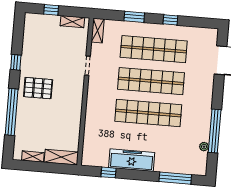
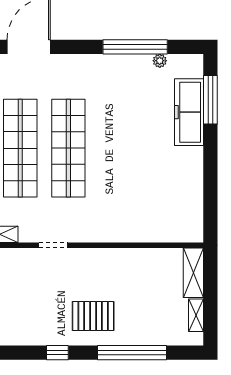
pallet: (38, 88) -> (93, 316), turned 90
shop shelf: (148, 113) -> (116, 148), removed
freezer: (132, 160) -> (189, 112), moved
window: (109, 172) -> (210, 200), removed

